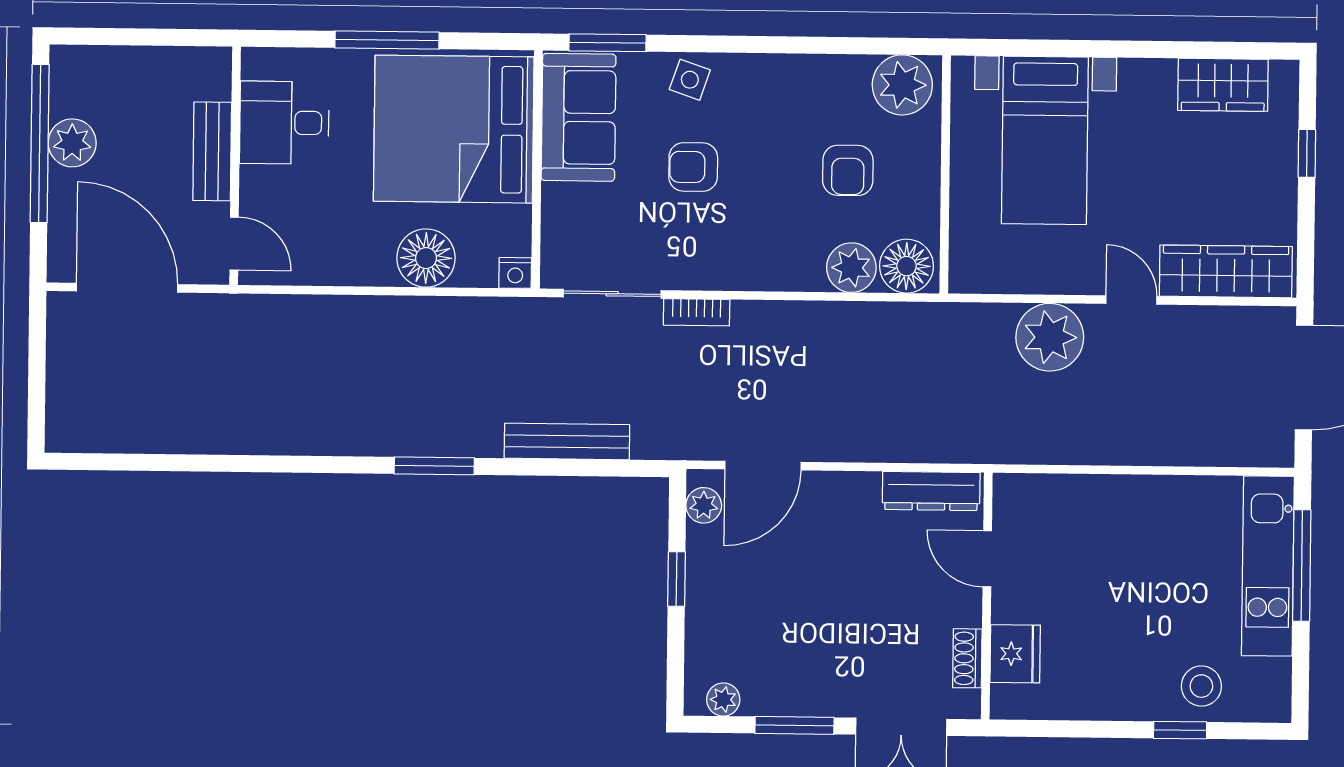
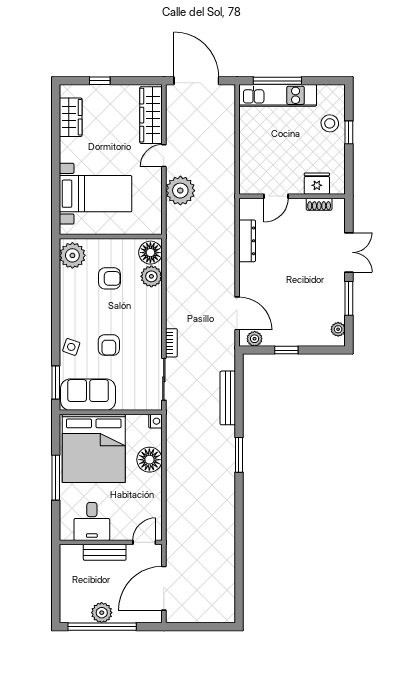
door: (987, 559) -> (276, 196), moved
wall: (987, 596) -> (292, 196), moved
fridge: (1015, 654) -> (317, 184), moved
shoe rack: (967, 658) -> (319, 204), moved

